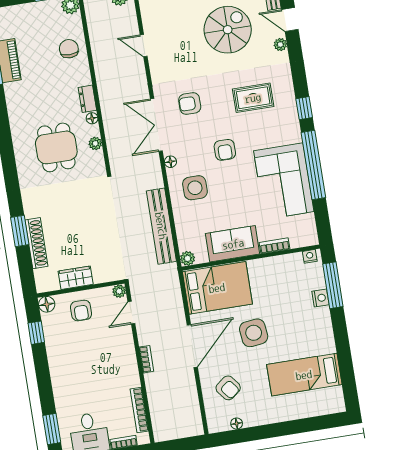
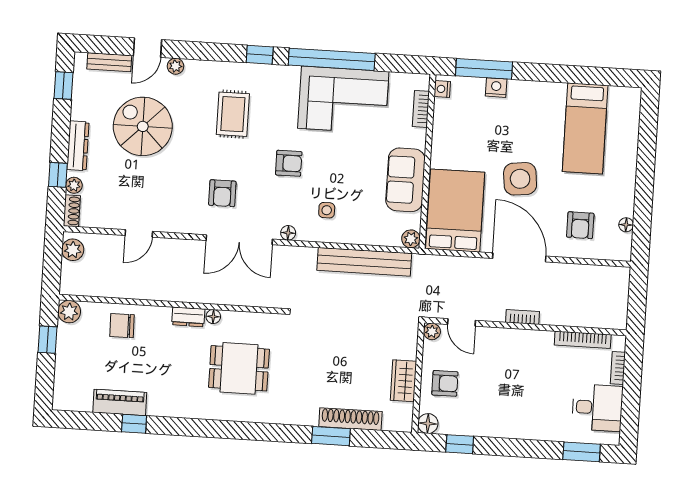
plant: (95, 143) -> (245, 320), removed
side table: (195, 188) -> (327, 210), width x0.54, depth x0.54
bookcase: (275, 246) -> (421, 109), moved
armchair: (228, 388) -> (580, 225), turned 128

